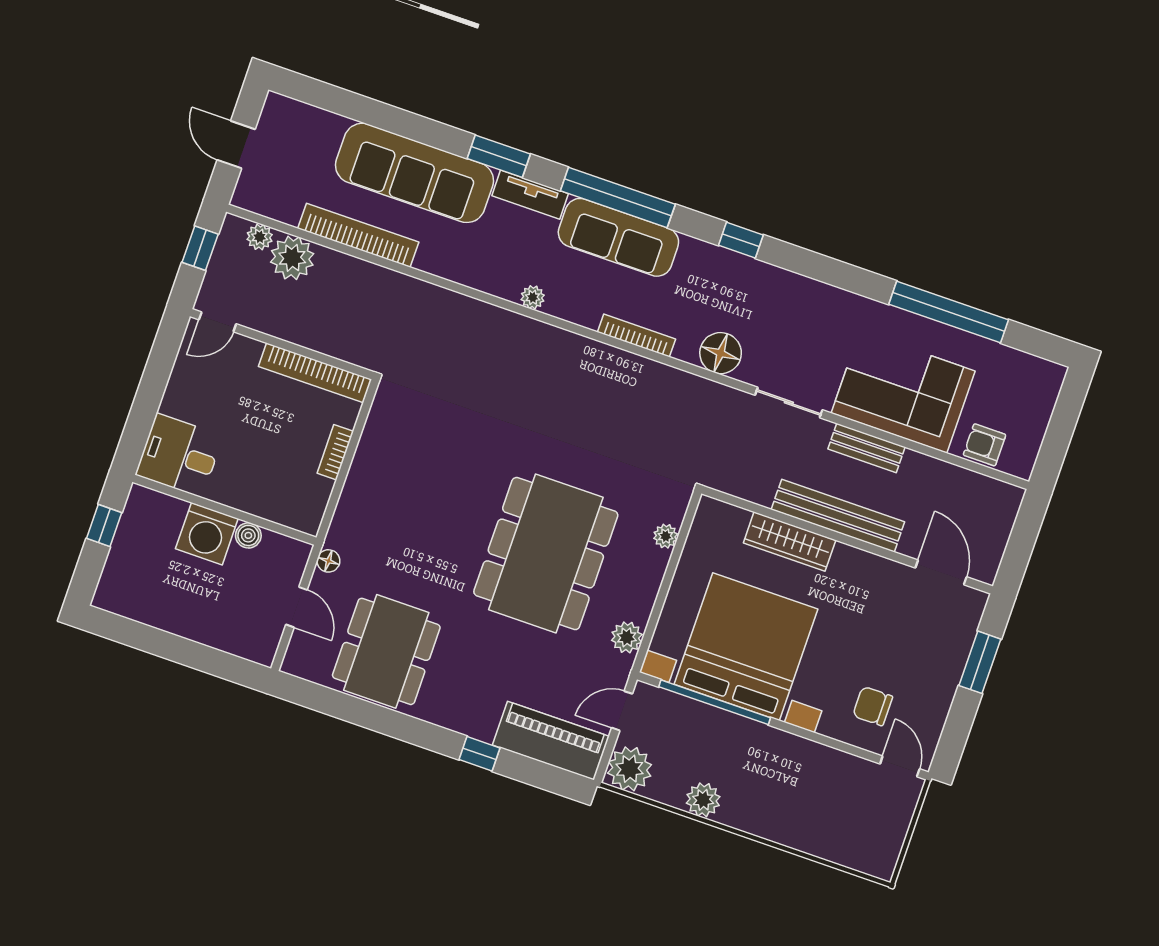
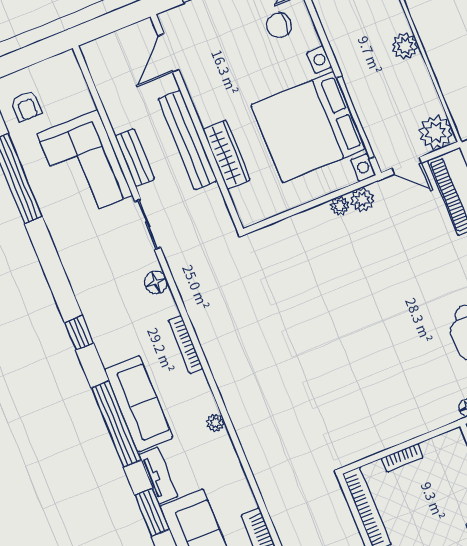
floor lamp: (721, 353) -> (156, 282), width x0.73, depth x0.73
armchair: (985, 445) -> (26, 106), moved
plant: (666, 536) -> (340, 206), moved
dining table: (546, 554) -> (355, 288), removed
chair: (873, 706) -> (279, 25), turned 90
plant: (703, 800) -> (405, 46), moved

